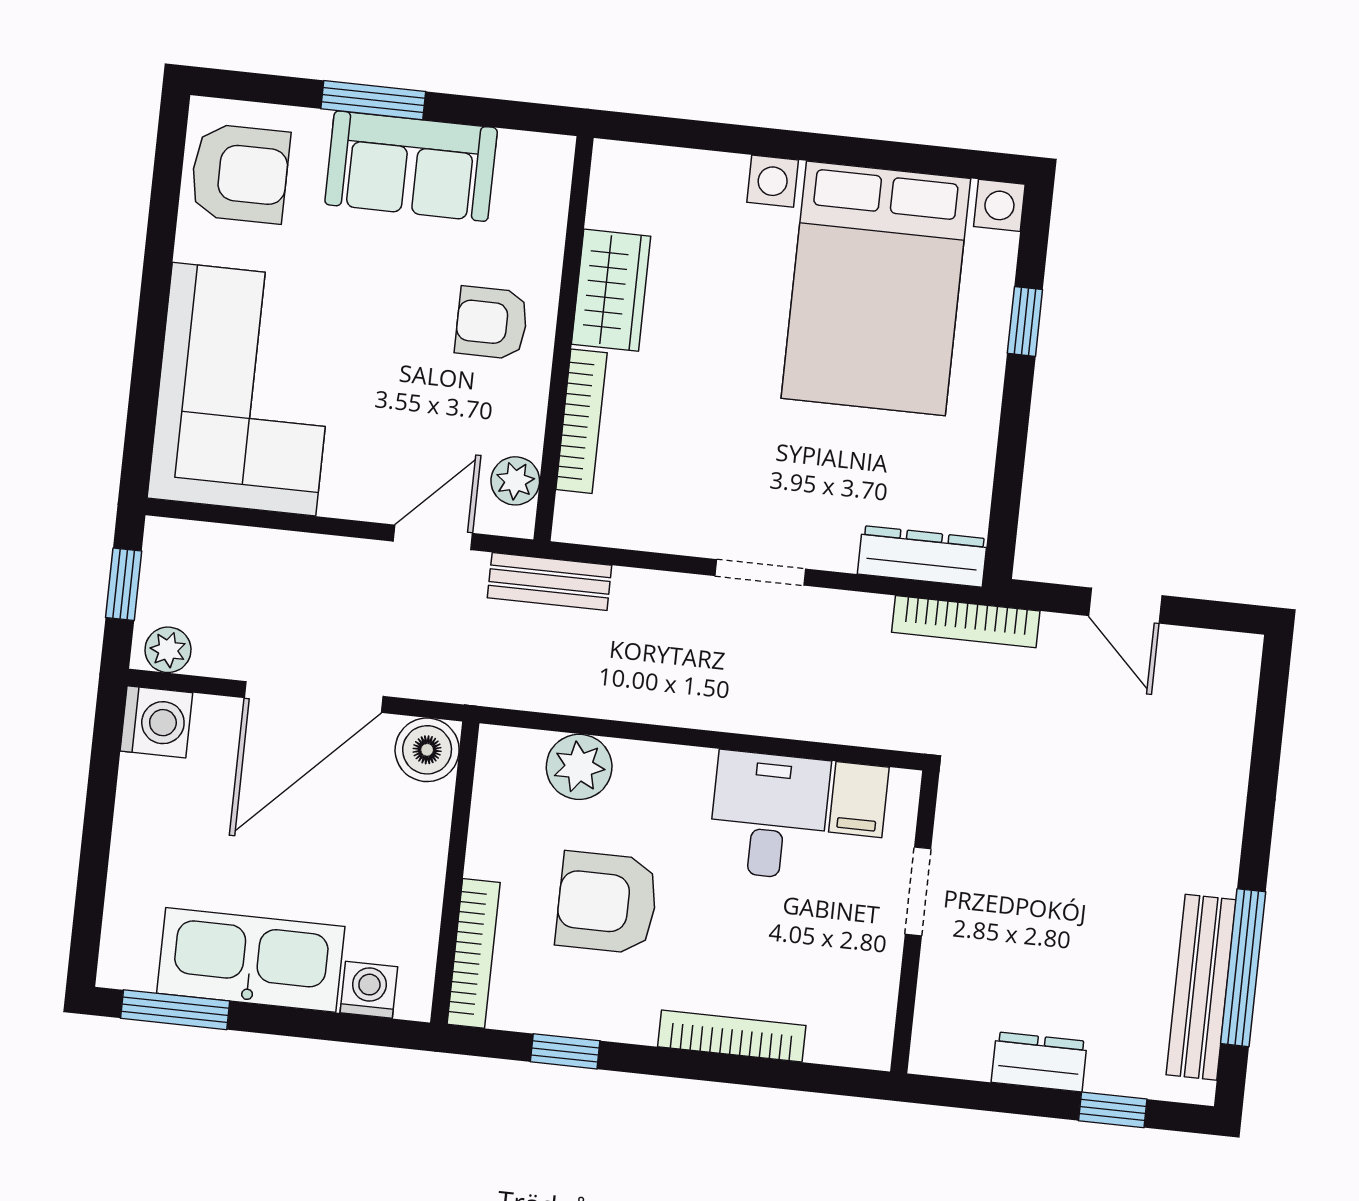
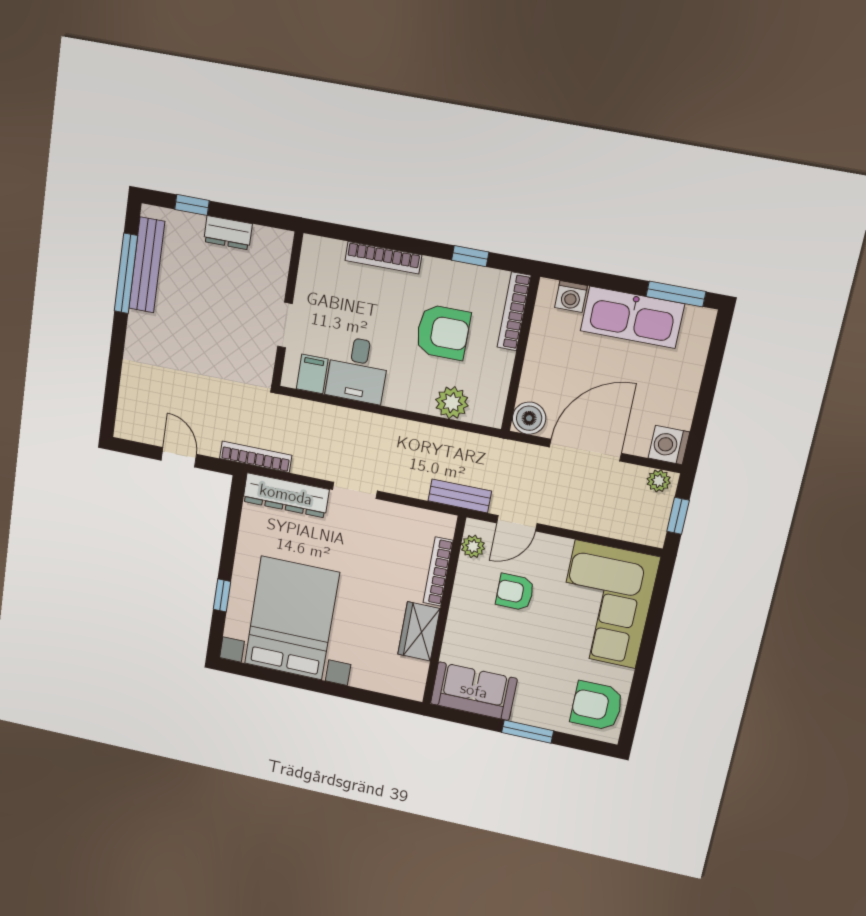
sofa: (411, 166) -> (474, 691), moved
armchair: (492, 323) -> (515, 592), moved, turned 180
dresser: (922, 556) -> (286, 495), width x1.37, depth x1.24

